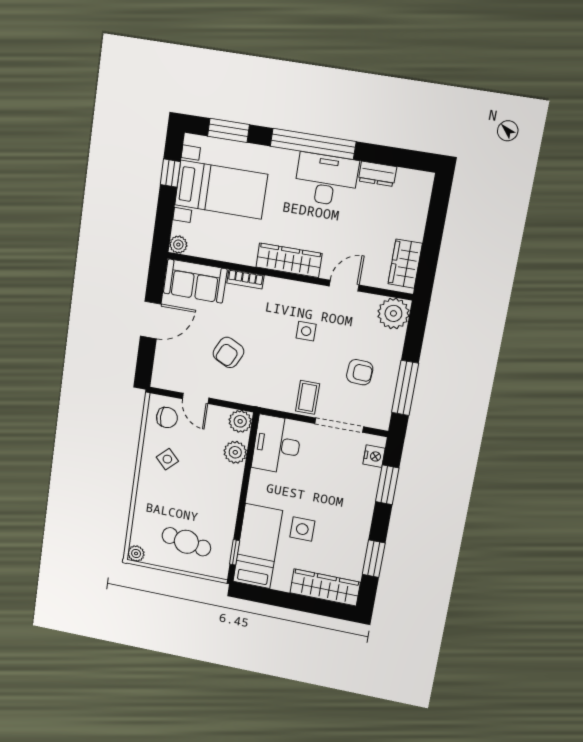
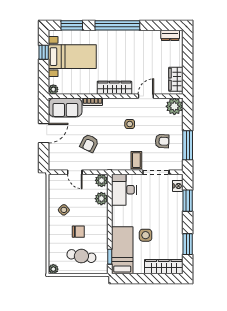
dresser: (377, 174) -> (170, 35), moved
desk: (326, 180) -> (127, 43), removed
chair: (167, 417) -> (78, 232), moved

